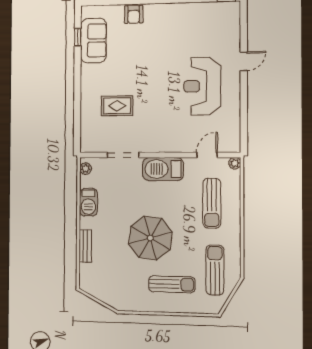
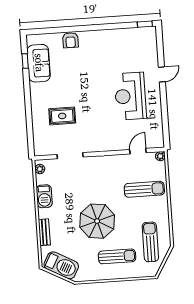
barbecue: (163, 169) -> (61, 265), moved, turned -152
sun lounger: (212, 203) -> (144, 189), turned -90

